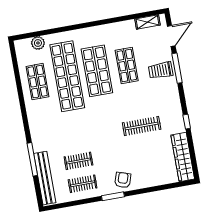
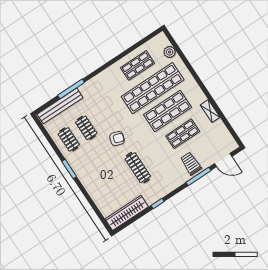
shelving: (148, 22) -> (210, 111), moved
armchair: (123, 180) -> (117, 139), moved

